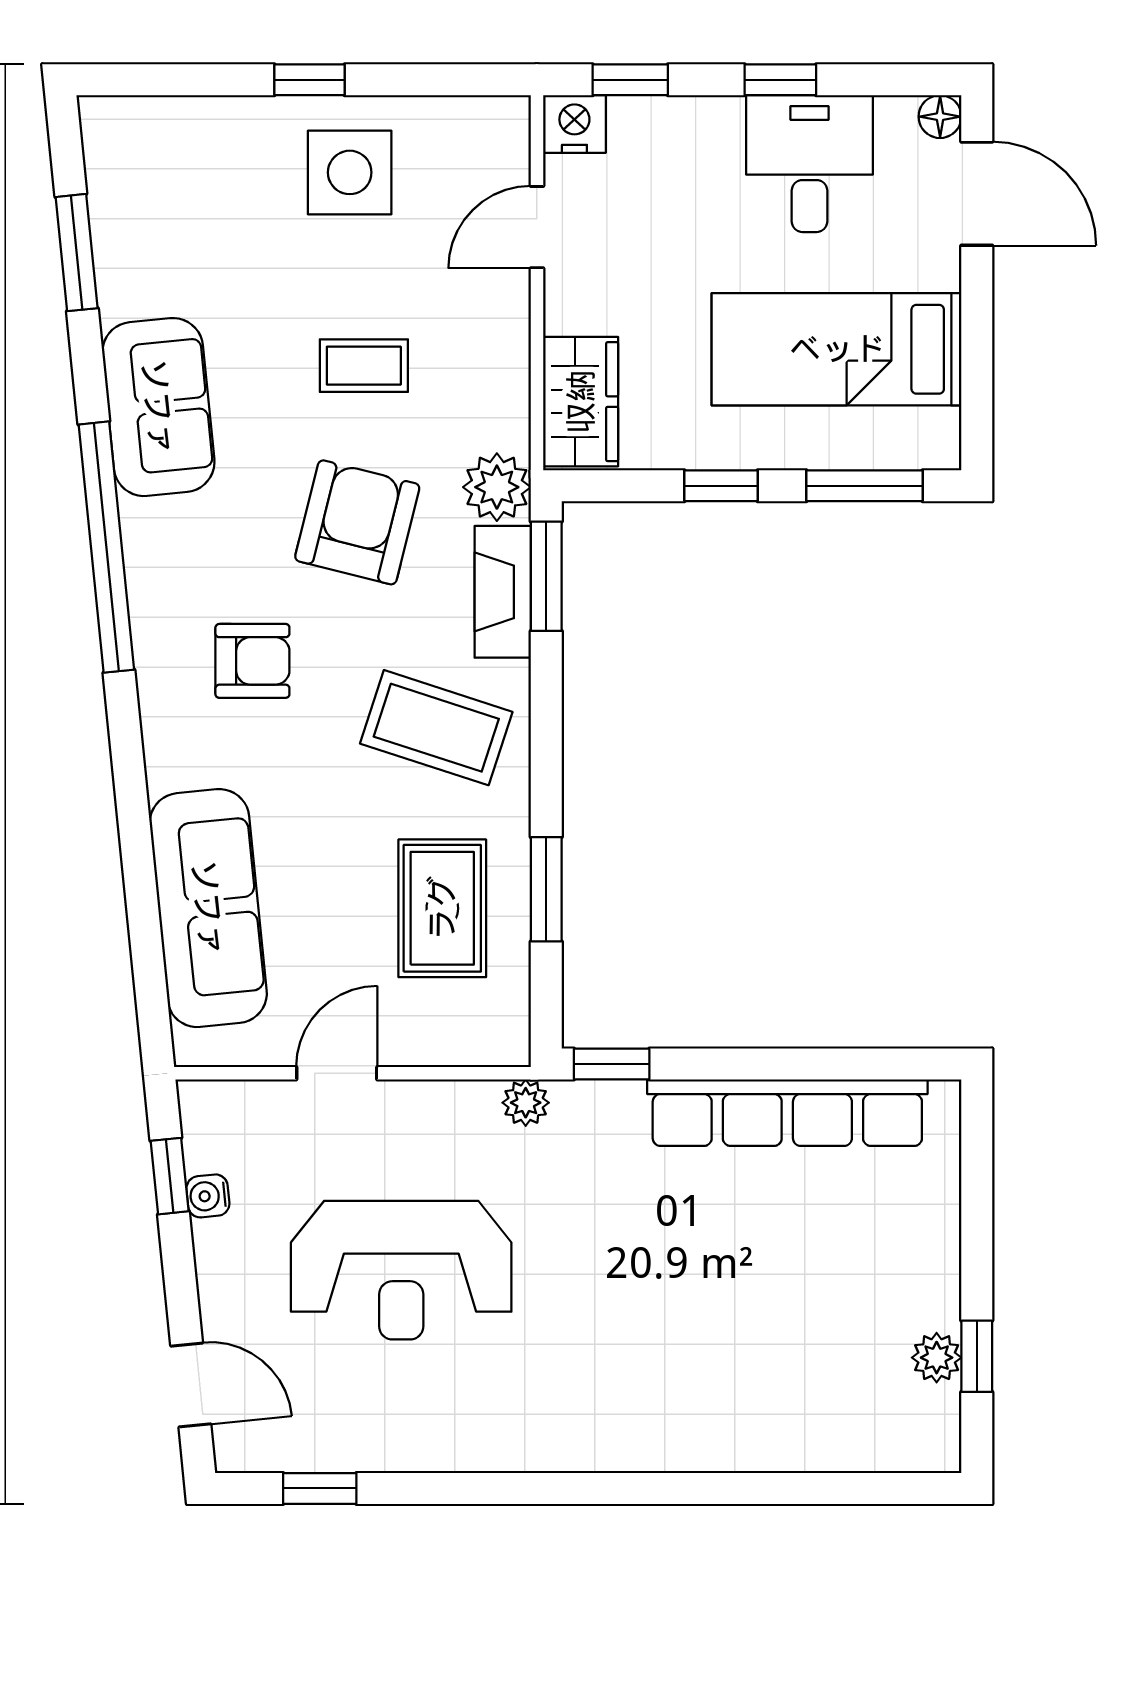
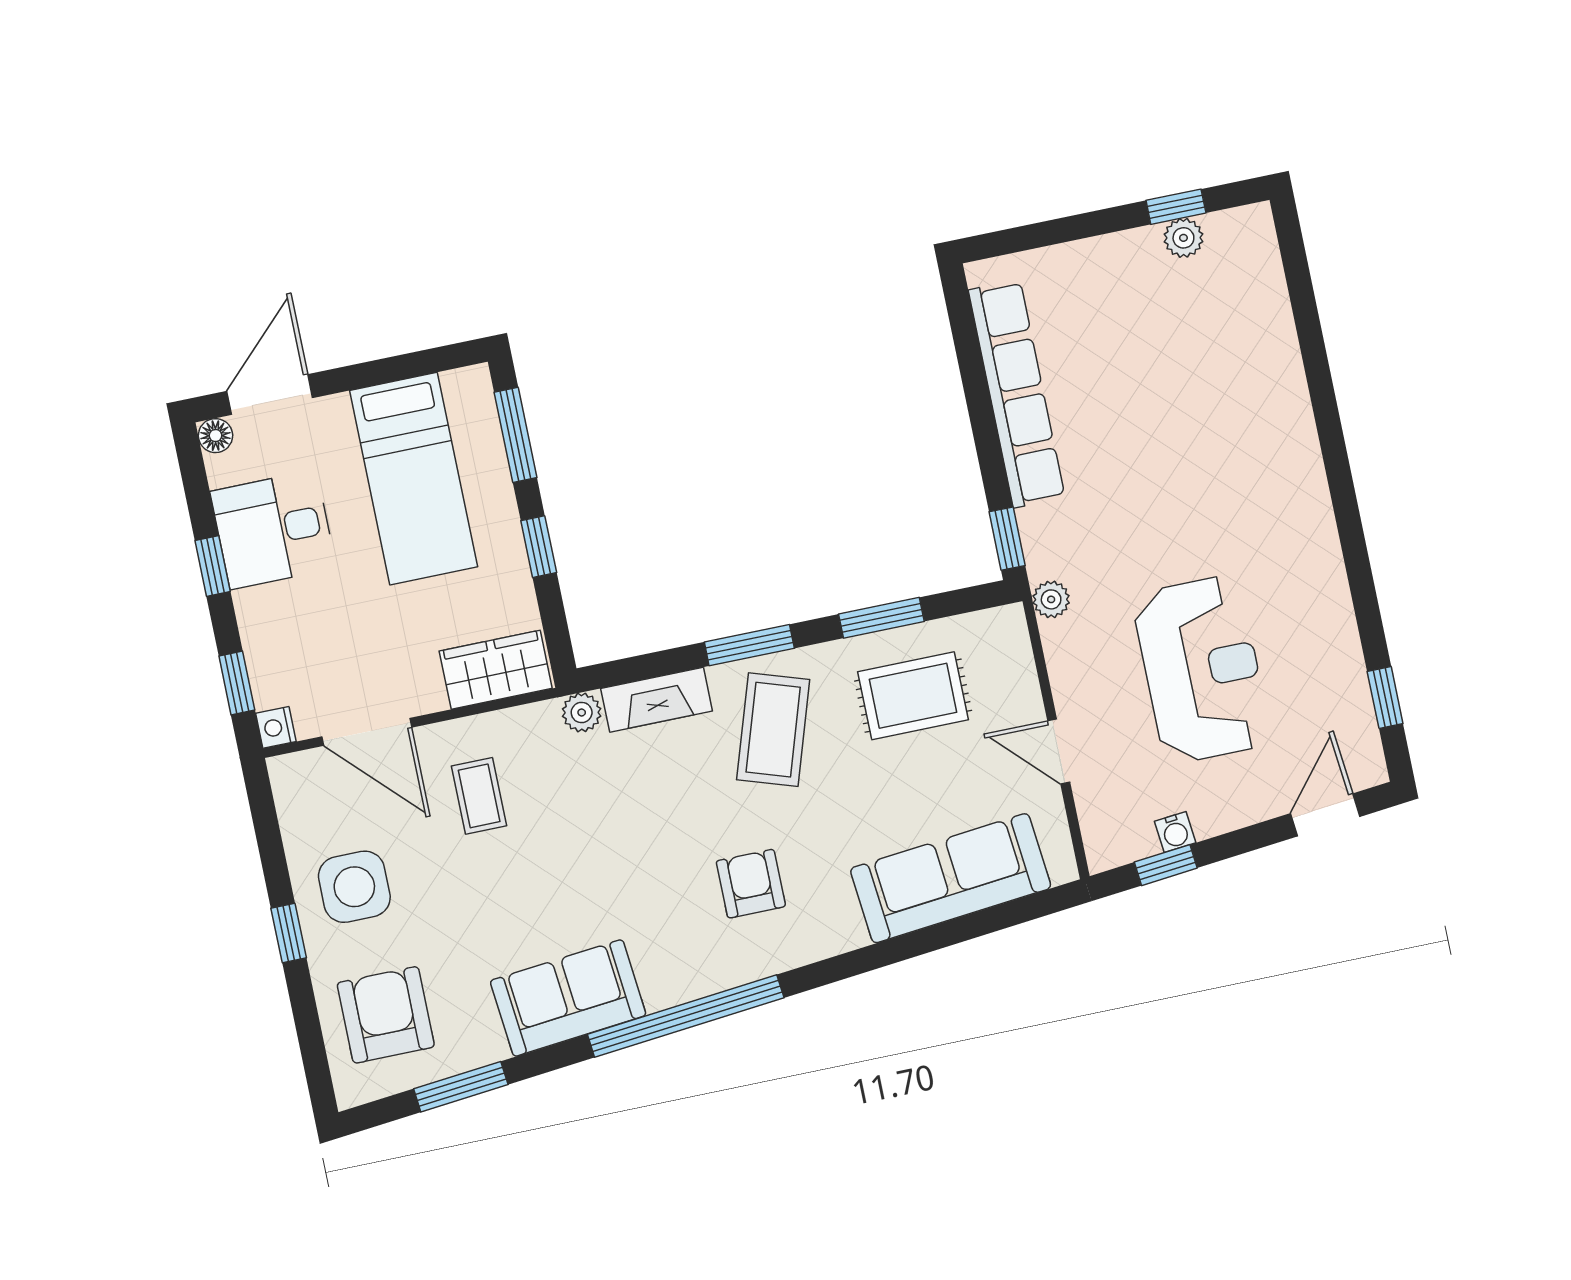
nightstand: (574, 124) -> (276, 727), width x0.72, depth x0.74
door: (537, 227) -> (367, 732), width x1.38
coffee table: (364, 366) -> (479, 796), moved
plant: (497, 487) -> (582, 712), width x0.73, depth x0.73
armchair: (357, 522) -> (386, 1015), moved, turned 76
window: (546, 576) -> (749, 645), moved

